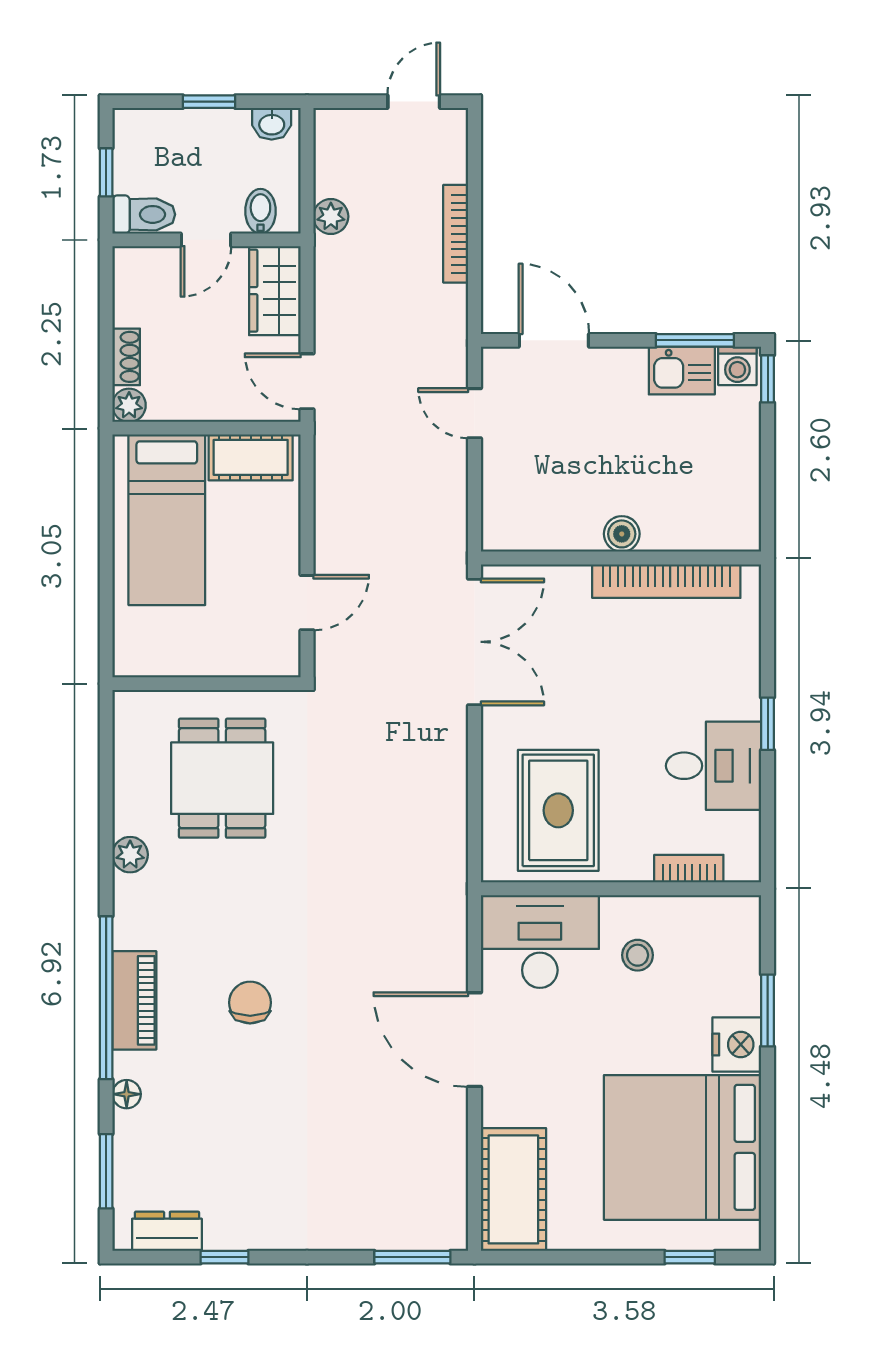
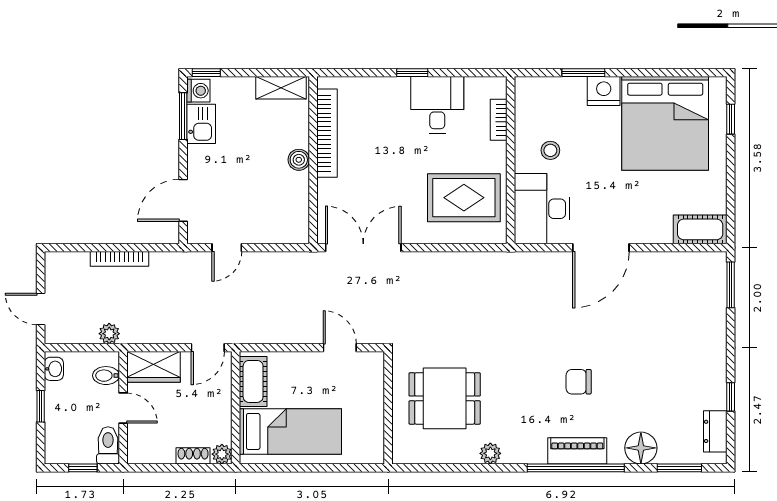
door: (414, 102) -> (41, 309), moved
shelving: (742, 504) -> (281, 88), added
floor lamp: (127, 1094) -> (641, 448), width x1.89, depth x1.89
cot: (513, 1189) -> (700, 229), width x0.73, depth x0.75

